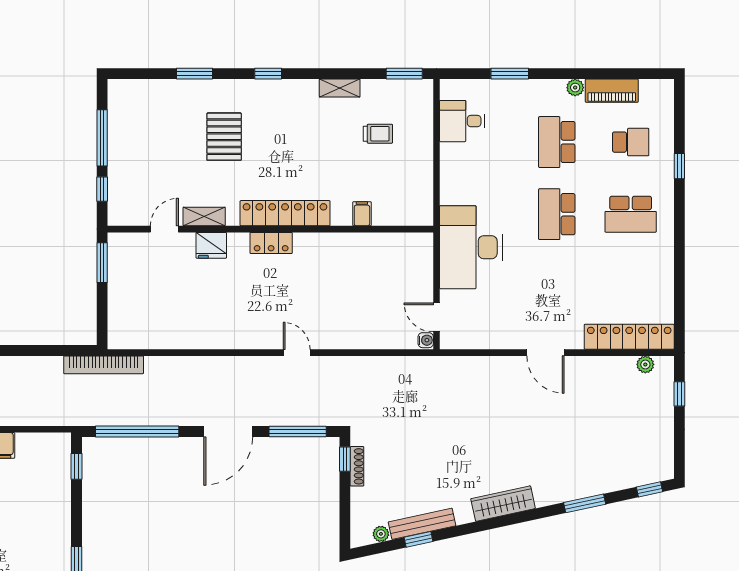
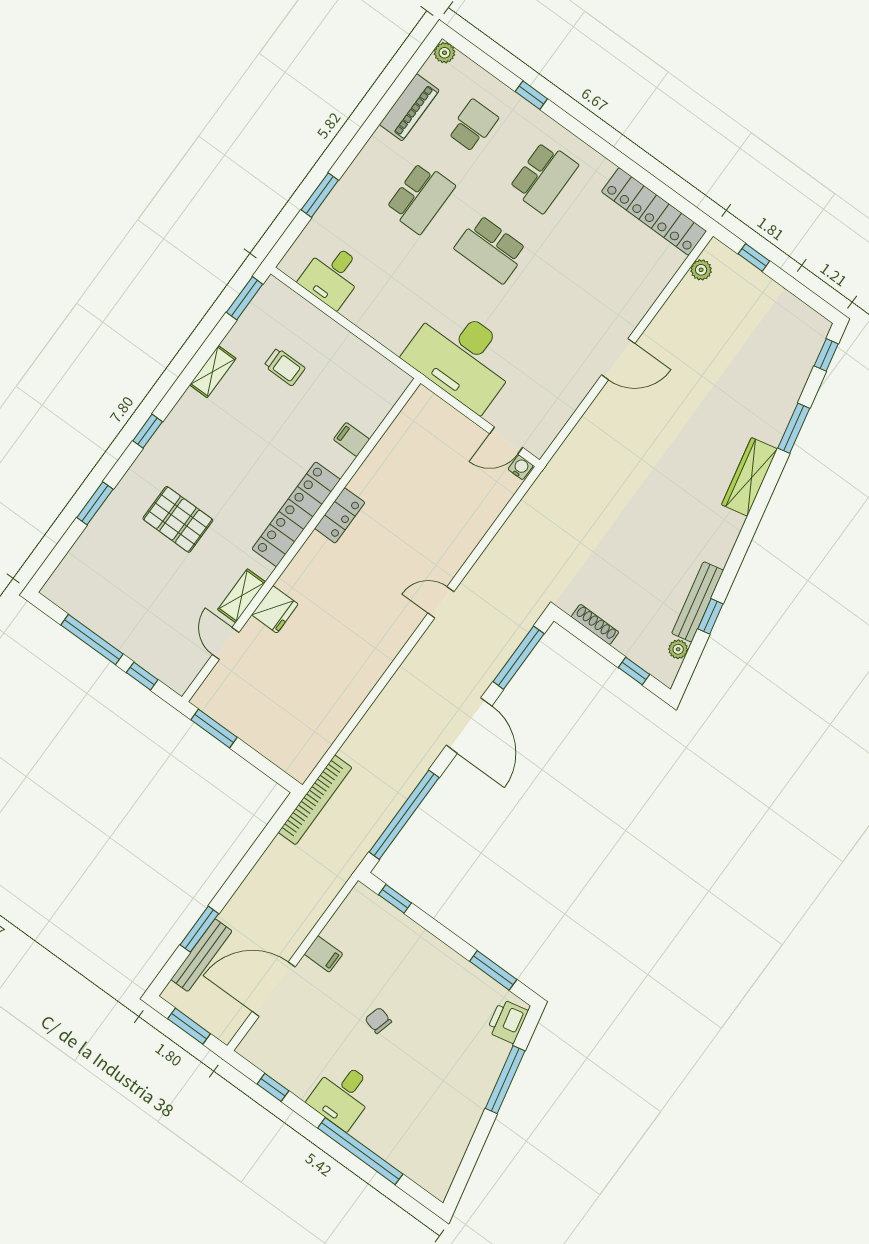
plant: (575, 88) -> (444, 53), moved
trolley: (378, 134) -> (285, 367), turned 90
school desk: (557, 142) -> (420, 198), turned -90
locker: (271, 243) -> (340, 515), moved
locker: (629, 337) -> (654, 211), moved, turned -90
window: (345, 459) -> (634, 671), moved
wardrobe: (503, 504) -> (749, 477), moved

